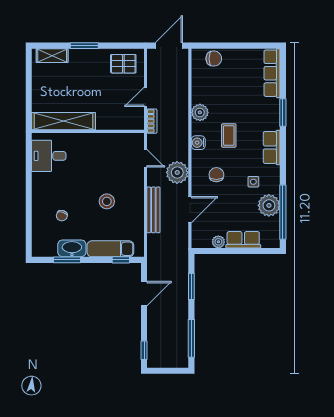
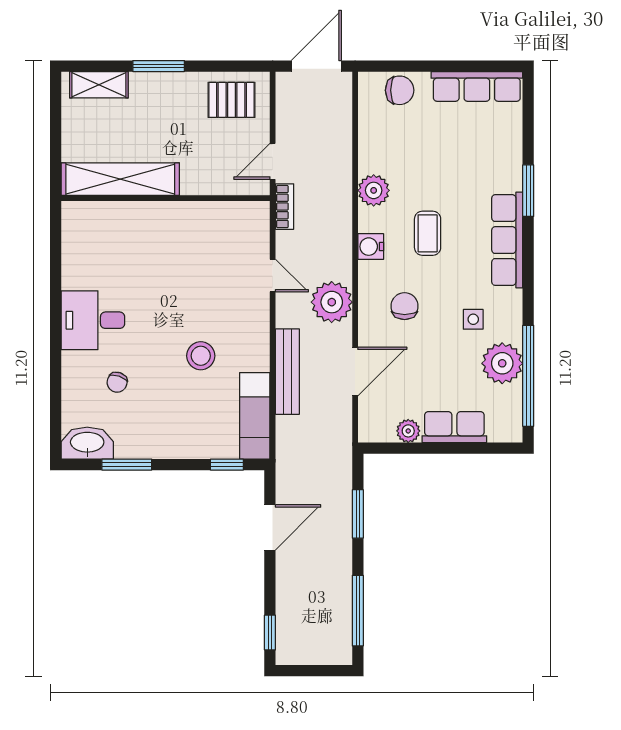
row of seats: (272, 73) -> (477, 86), moved, turned -90
shelving: (64, 121) -> (120, 179), moved
wall: (88, 131) -> (166, 198), moved
row of seats: (272, 147) -> (507, 240), width x1.48
desk: (49, 156) -> (93, 320), moved
washbasin: (72, 248) -> (87, 443), moved
exam couch: (110, 249) -> (255, 416), moved, turned -90

